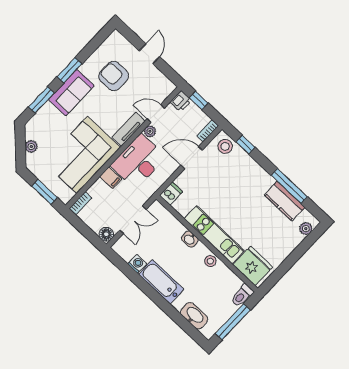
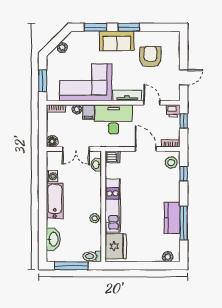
door: (149, 54) -> (184, 77), moved
plant: (150, 131) -> (77, 109), moved
kitchen counter: (285, 201) -> (172, 218), moved
washbasin: (190, 239) -> (96, 165), moved

